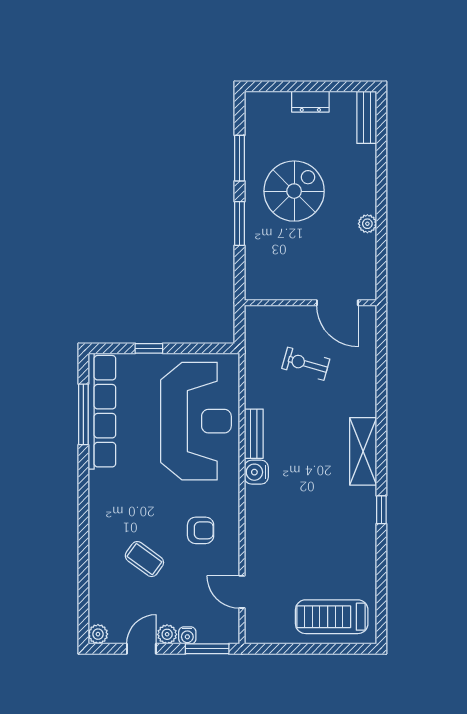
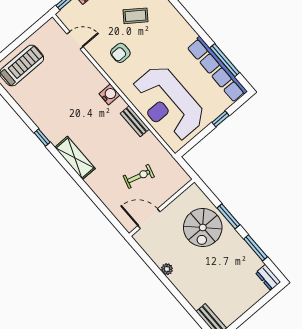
dresser: (310, 102) -> (268, 277), moved, turned -90
spiral stairs: (294, 191) -> (203, 227), moved
water cooler: (256, 472) -> (110, 94), moved

